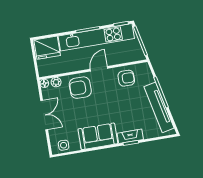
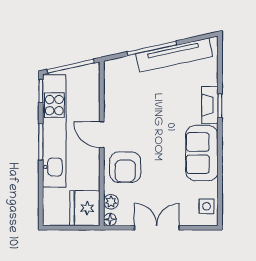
fridge: (47, 48) -> (85, 208), moved, turned 180
armchair: (126, 78) -> (123, 97), removed

